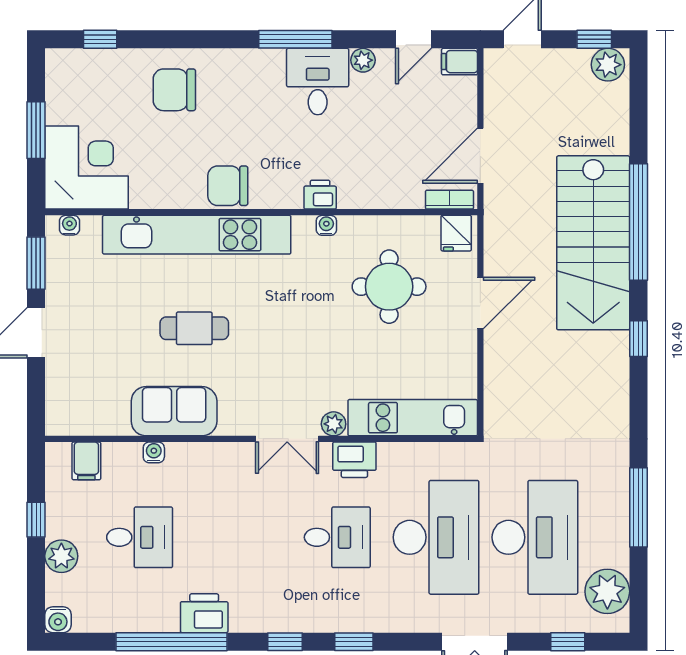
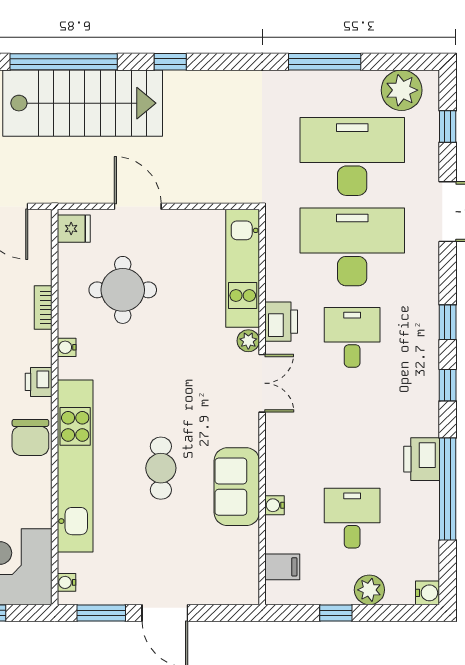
printer: (320, 195) -> (39, 382), moved
bookcase: (449, 200) -> (43, 308), moved

